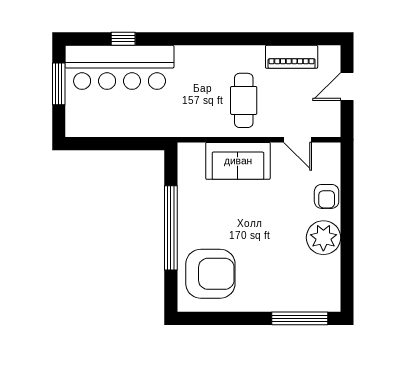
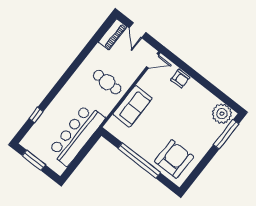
piano: (292, 57) -> (113, 34), moved
bar counter: (120, 67) -> (76, 135), moved, turned 180
door: (298, 140) -> (153, 61), moved
plant: (323, 238) -> (222, 114), moved

